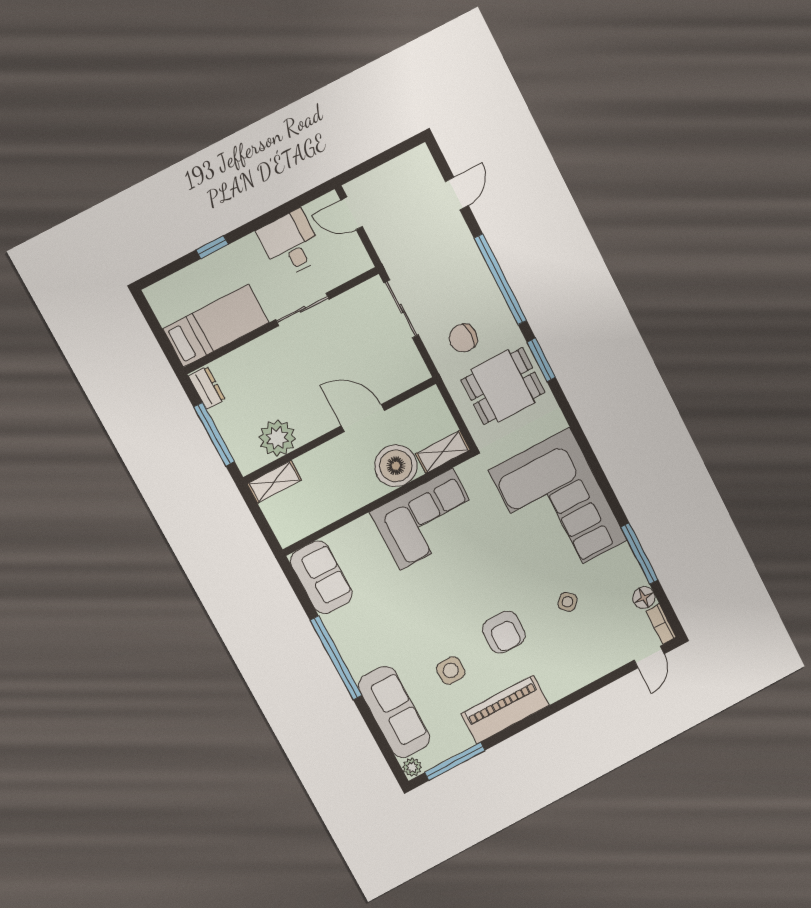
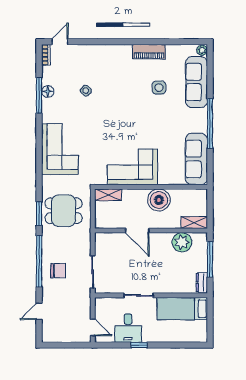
window: (212, 247) -> (139, 345), moved
chair: (463, 338) -> (58, 271), moved
boiler: (396, 466) -> (159, 200), moved
corner sofa: (558, 505) -> (60, 149), width x0.73, depth x0.74
sofa: (321, 577) -> (196, 159), width x1.36
floor lamp: (644, 598) -> (48, 92), moved
armchair: (504, 632) -> (124, 92), removed
piano: (505, 709) -> (149, 52), width x0.73, depth x0.75
window: (455, 761) -> (180, 42), removed

